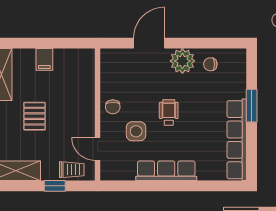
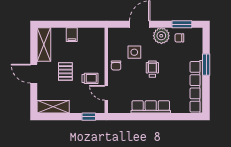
window: (214, 43) -> (182, 24), added
side table: (136, 131) -> (134, 52), moved
trolley: (72, 170) -> (90, 78), moved
window: (55, 186) -> (89, 117), moved

